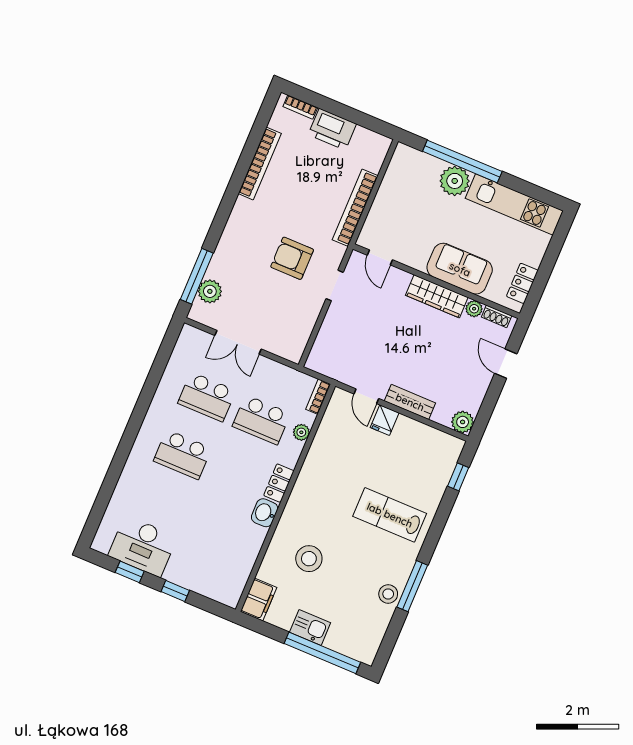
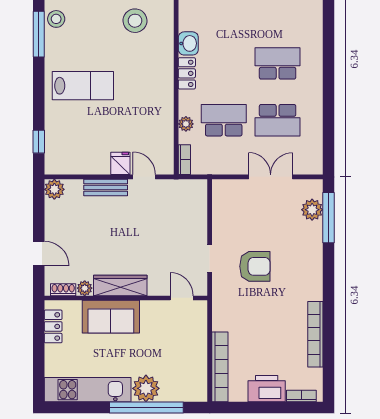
bookcase: (355, 208) -> (220, 367), moved
school desk: (207, 397) -> (278, 120), turned 180

